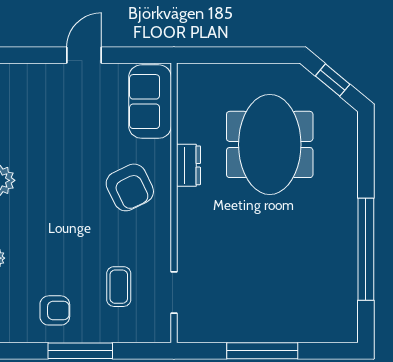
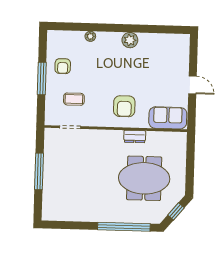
armchair: (130, 187) -> (124, 106), turned -64
window: (366, 249) -> (124, 227), moved

